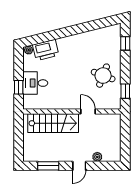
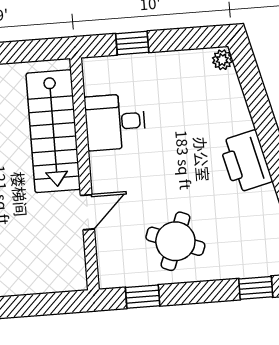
printer: (46, 50) -> (246, 161), moved
desk: (35, 83) -> (115, 122), moved, turned -90

